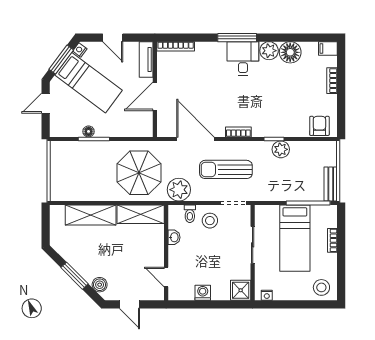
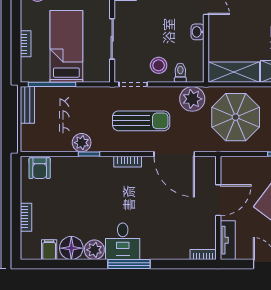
bookcase: (176, 46) -> (203, 254), width x0.64
filing cabinet: (328, 49) -> (49, 250), moved, turned -90
washbasin: (174, 237) -> (198, 32), moved

